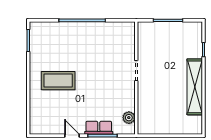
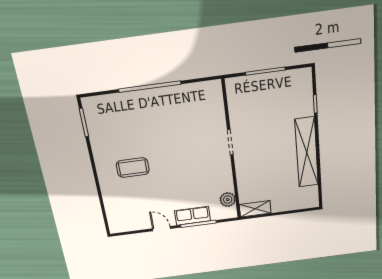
coffee table: (58, 81) -> (133, 168), width x0.73, depth x0.76
shelving: (150, 129) -> (255, 209), added

